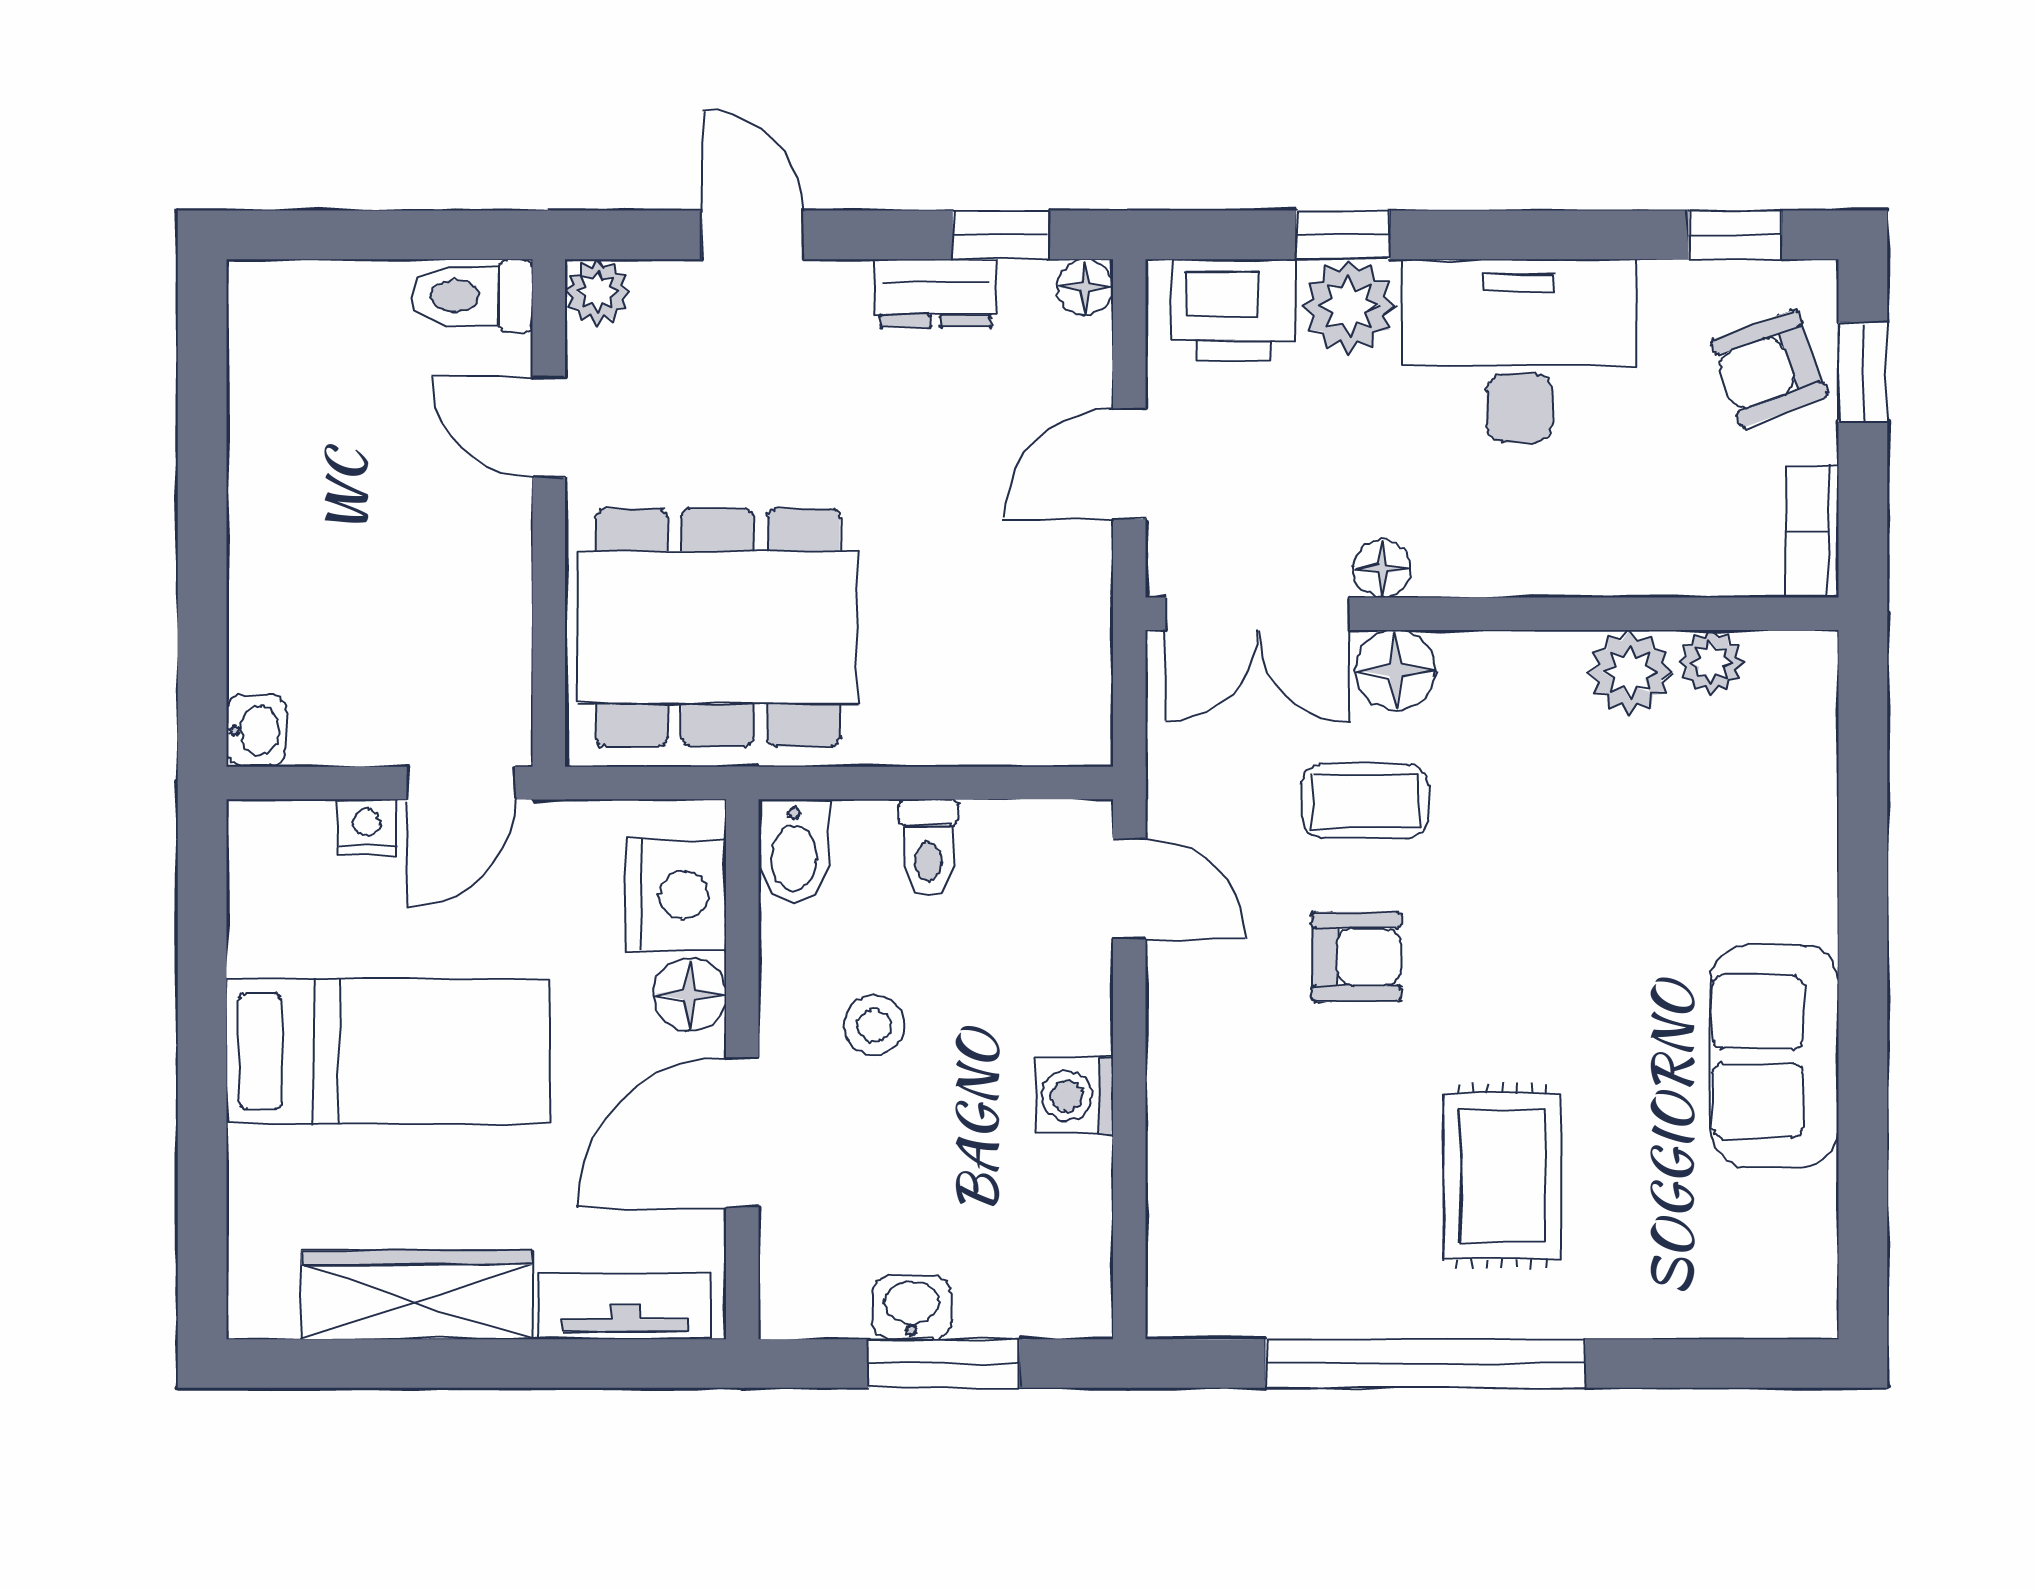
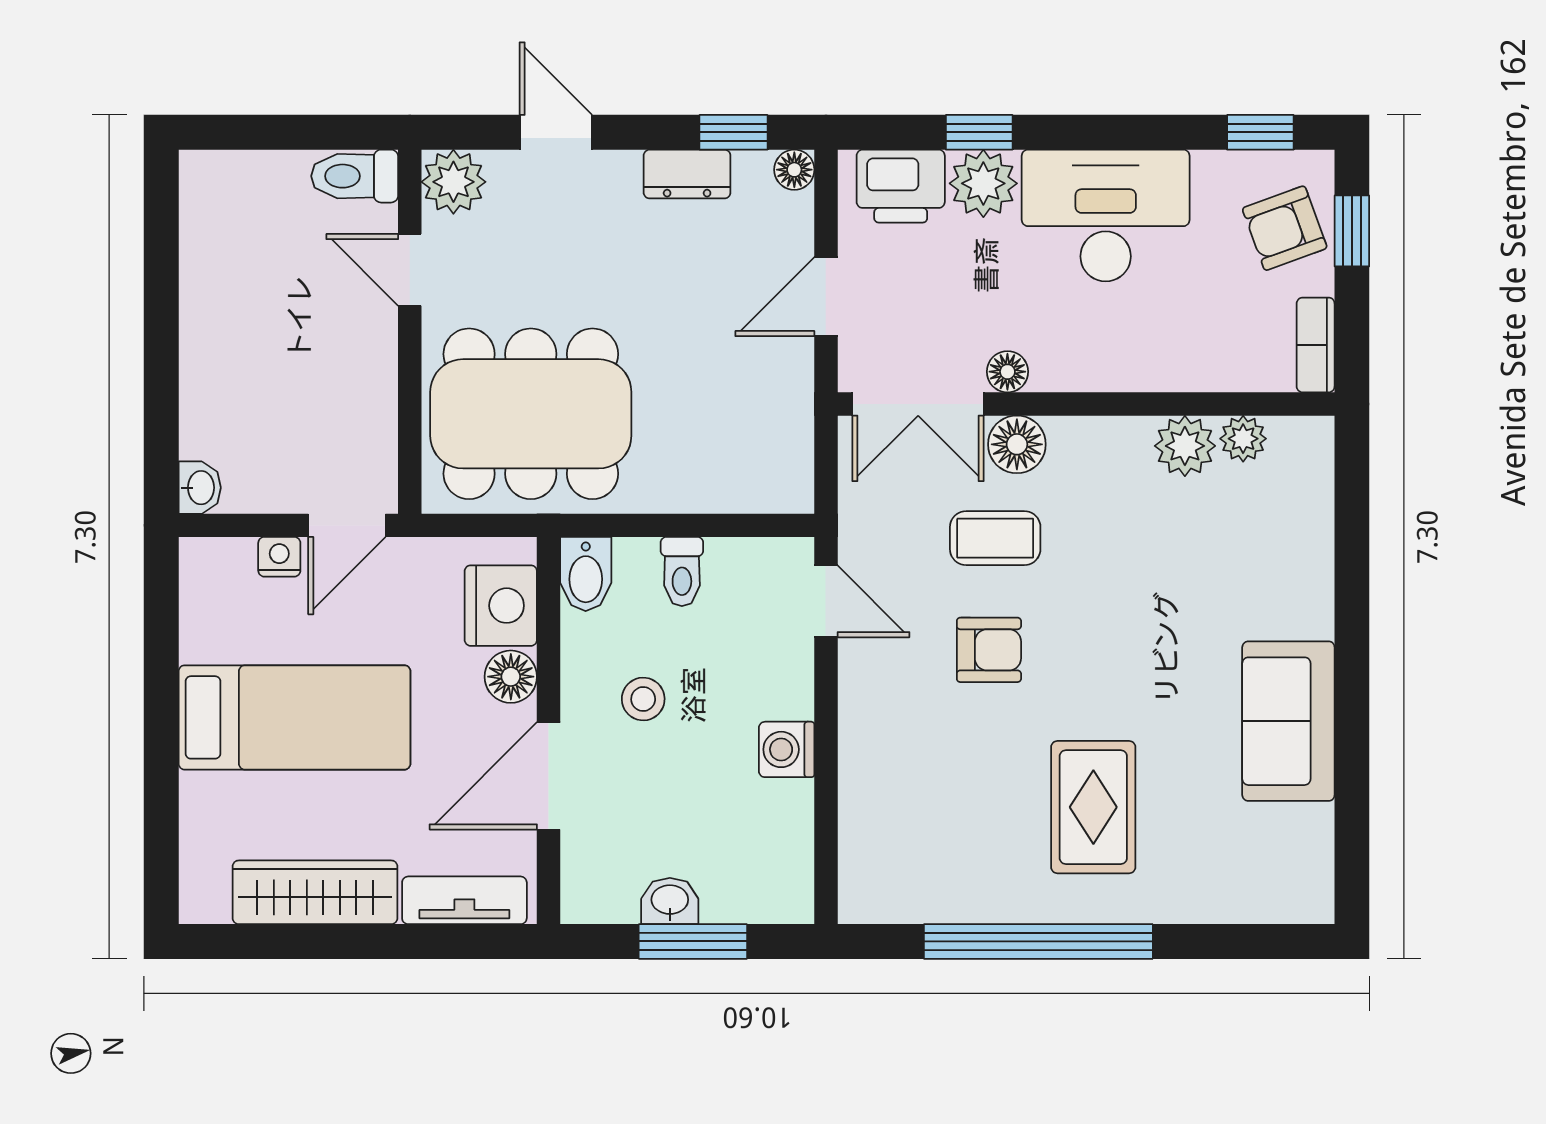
plant: (598, 292) -> (453, 182), width x1.38, depth x1.38

